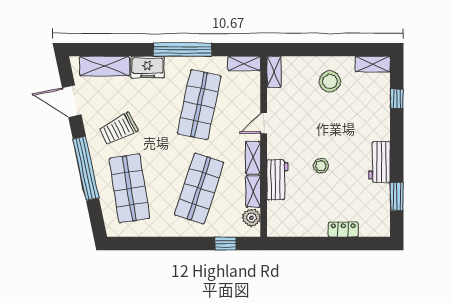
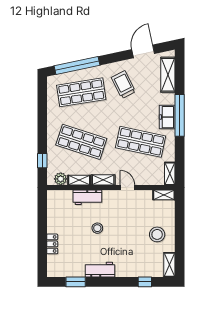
window: (183, 50) -> (180, 115), moved
freezer: (148, 67) -> (167, 117), moved
window: (86, 168) -> (77, 65), moved

